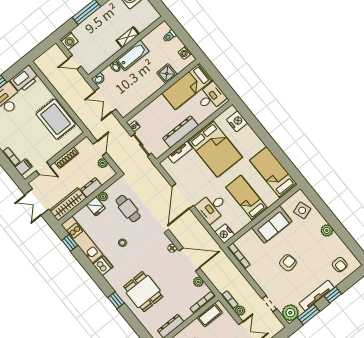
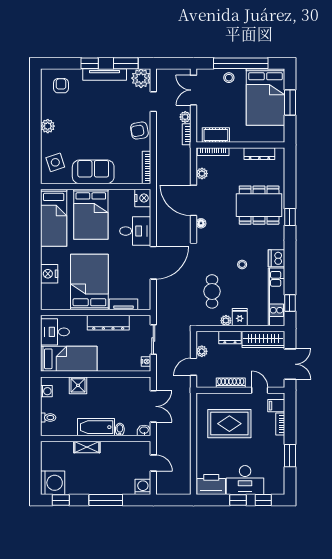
rug: (56, 119) -> (229, 424), moved, turned 90
nightstand: (237, 121) -> (49, 274), moved
bed: (247, 198) -> (91, 214), width x1.50
armchair: (288, 263) -> (139, 131), moved
dining table: (143, 292) -> (259, 205), width x1.38

